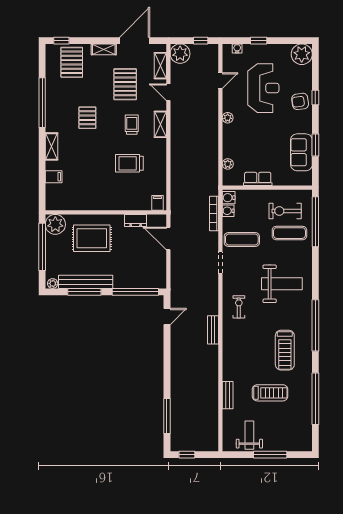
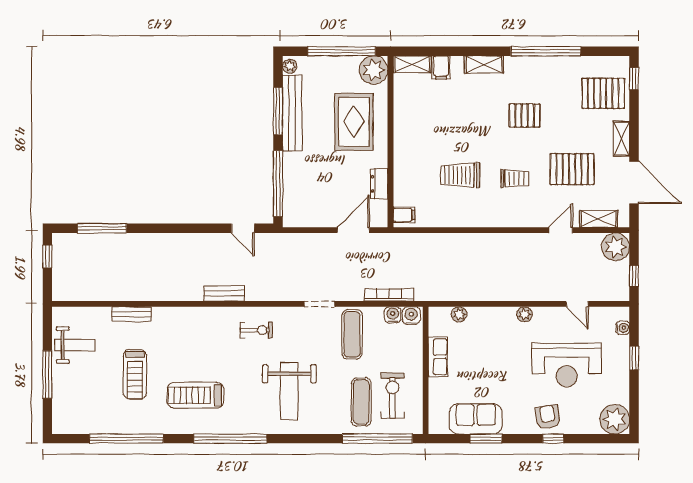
shelving: (160, 124) -> (412, 64), moved
trolley: (129, 163) -> (460, 175), turned -90

